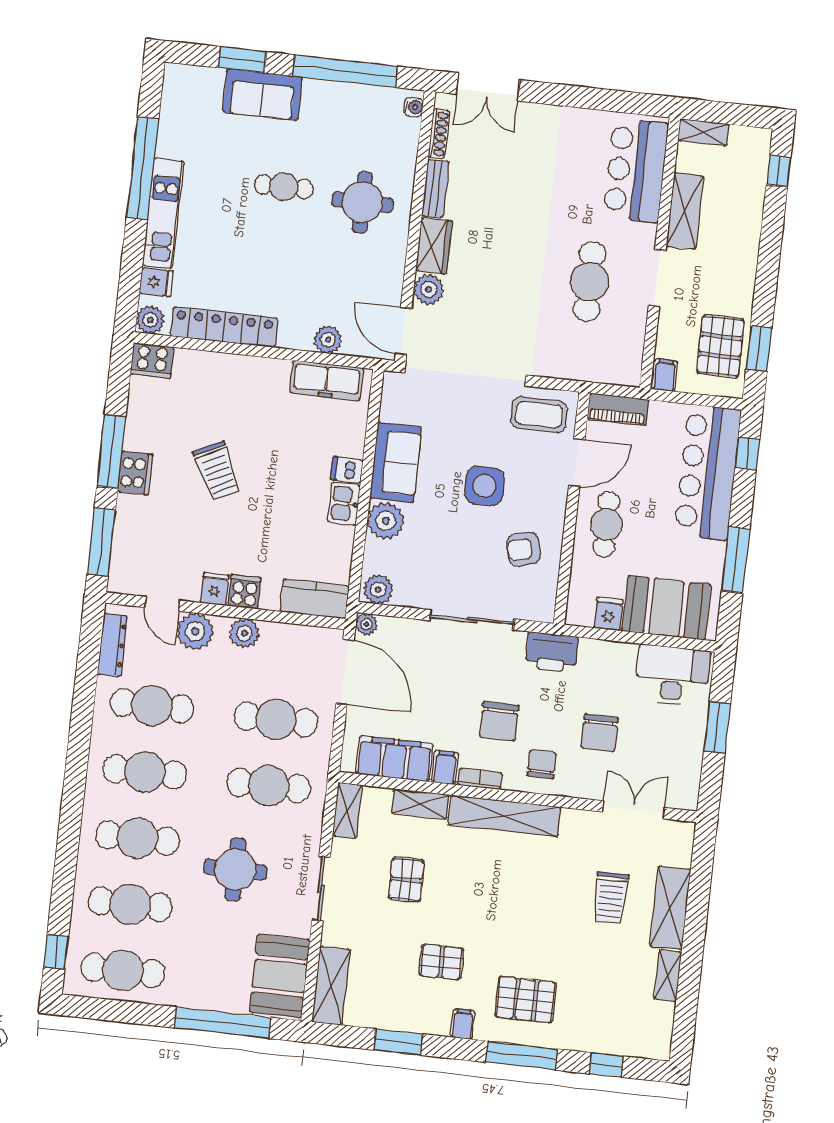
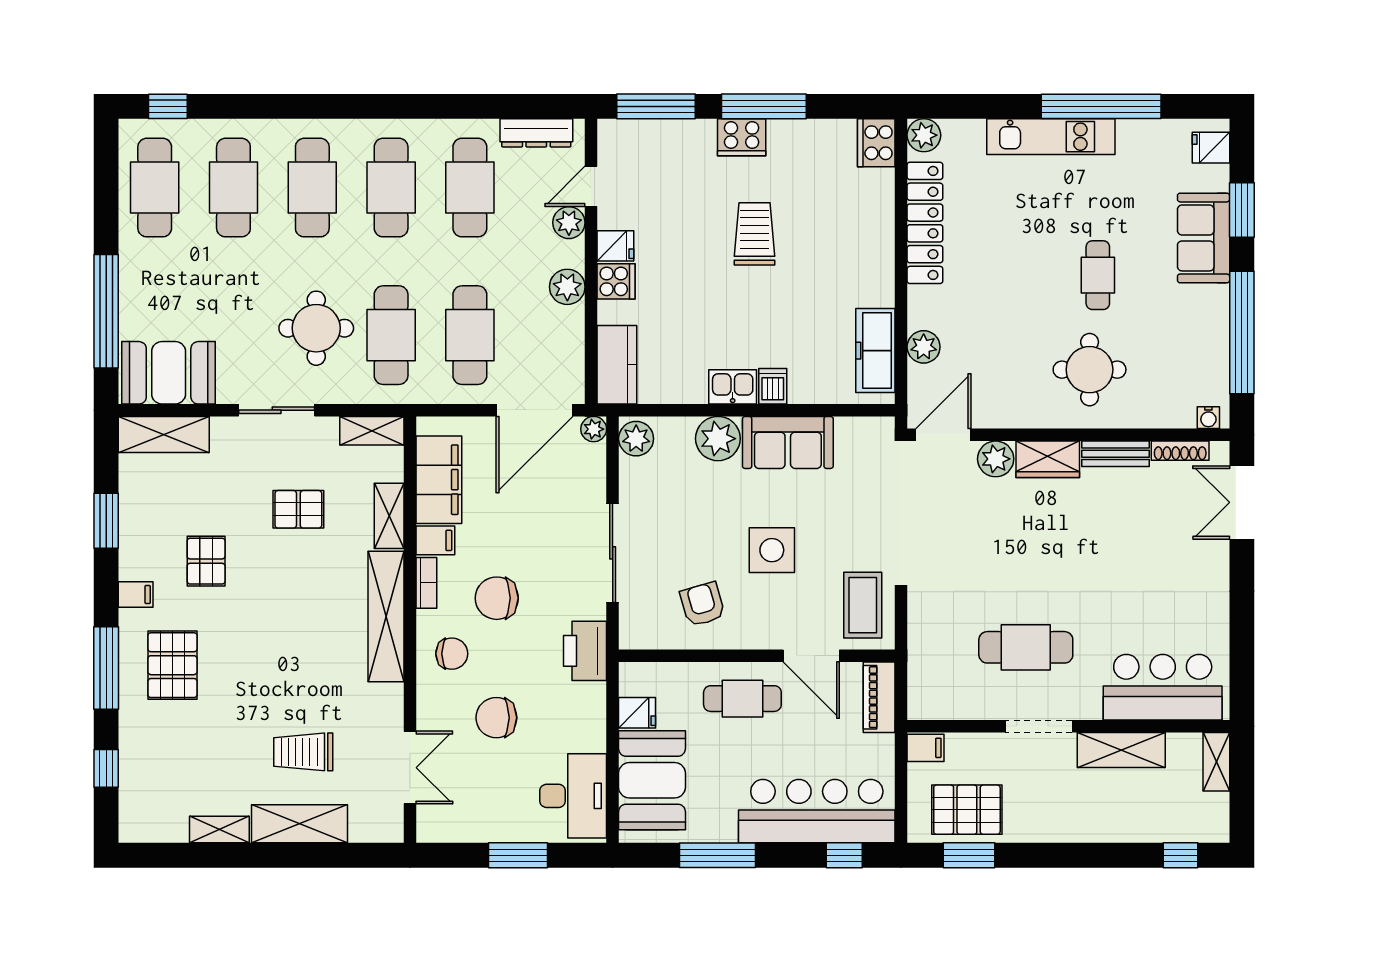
fridge: (156, 282) -> (1211, 148), moved, turned 90
trolley: (217, 471) -> (755, 234), turned 117
plant: (195, 631) -> (569, 223), width x0.73, depth x0.73
round table: (235, 870) -> (316, 328), moved

